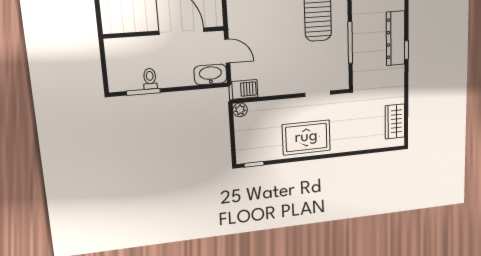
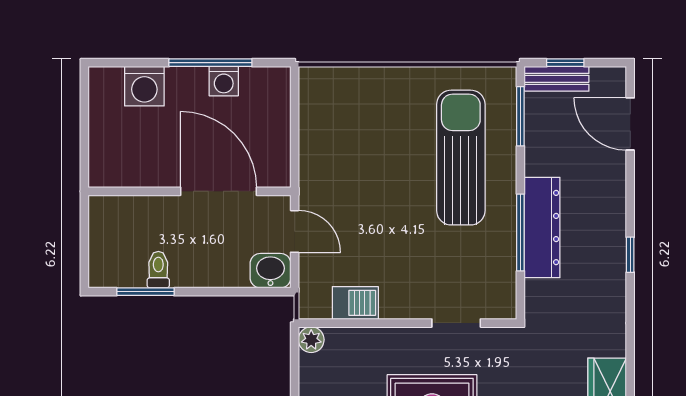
dresser: (396, 38) -> (542, 228), moved, turned 180
washbasin: (210, 74) -> (270, 271), width x0.72
barbecue: (245, 89) -> (355, 303), moved

